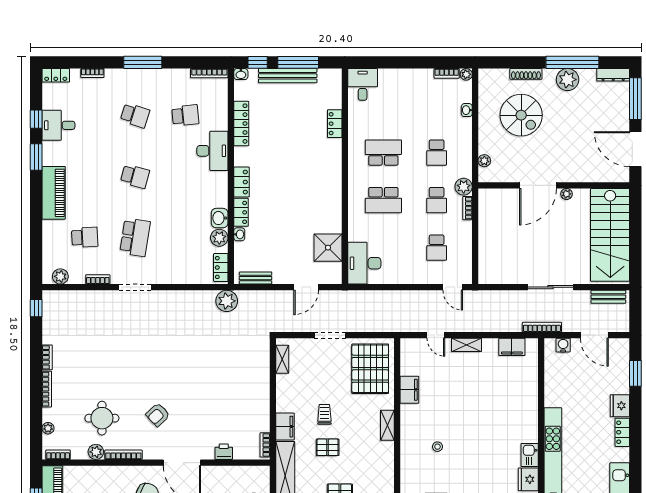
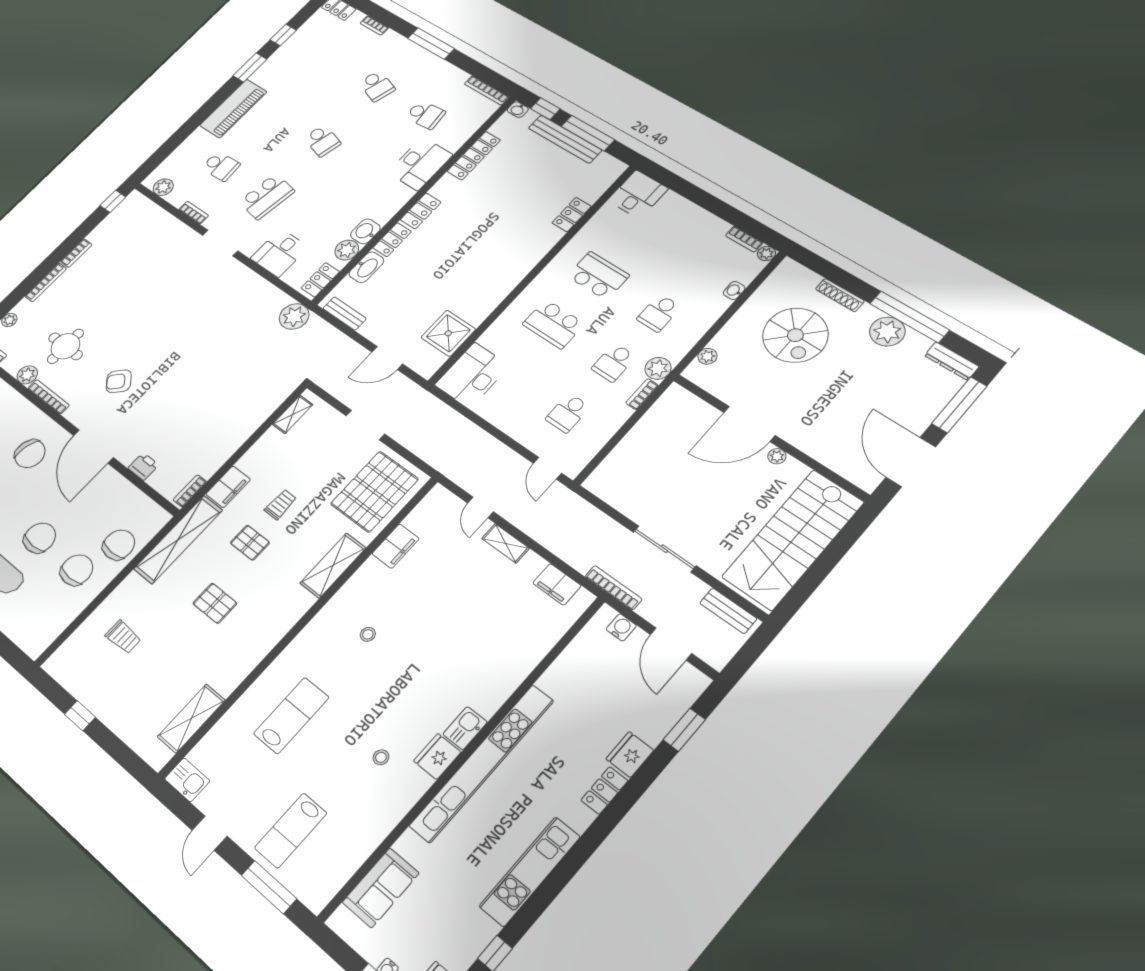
desk: (58, 125) -> (279, 253), moved, turned -90
washbasin: (239, 234) -> (366, 267), width x1.91, depth x1.45
shelving: (387, 425) -> (333, 565), width x1.50, depth x1.33

